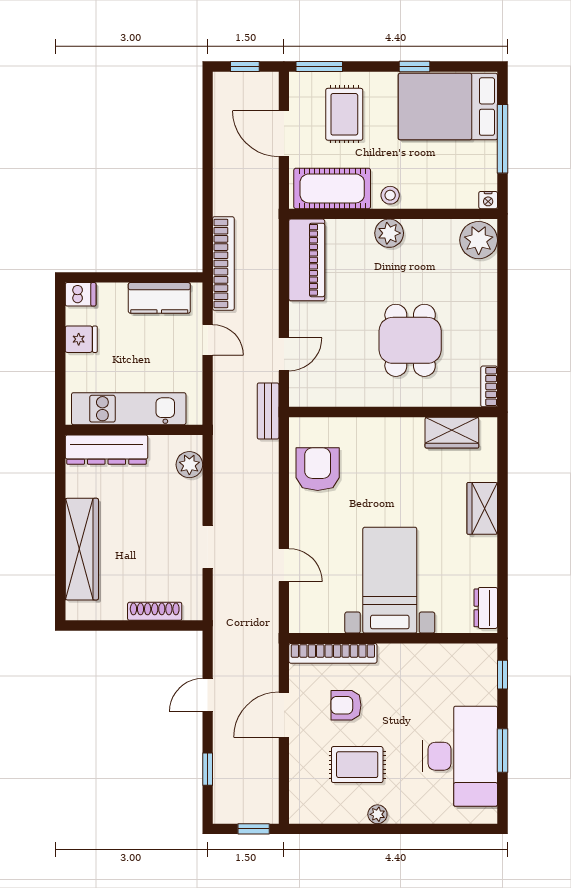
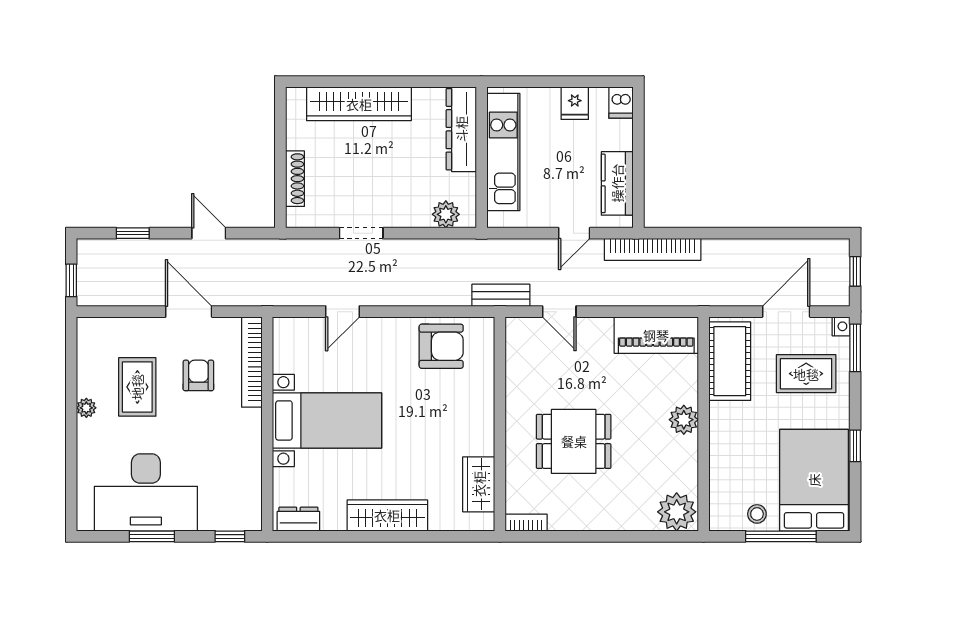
stool: (390, 195) -> (757, 514), moved
nightstand: (488, 200) -> (841, 326), moved, turned 180
wardrobe: (482, 508) -> (387, 515), width x1.50

